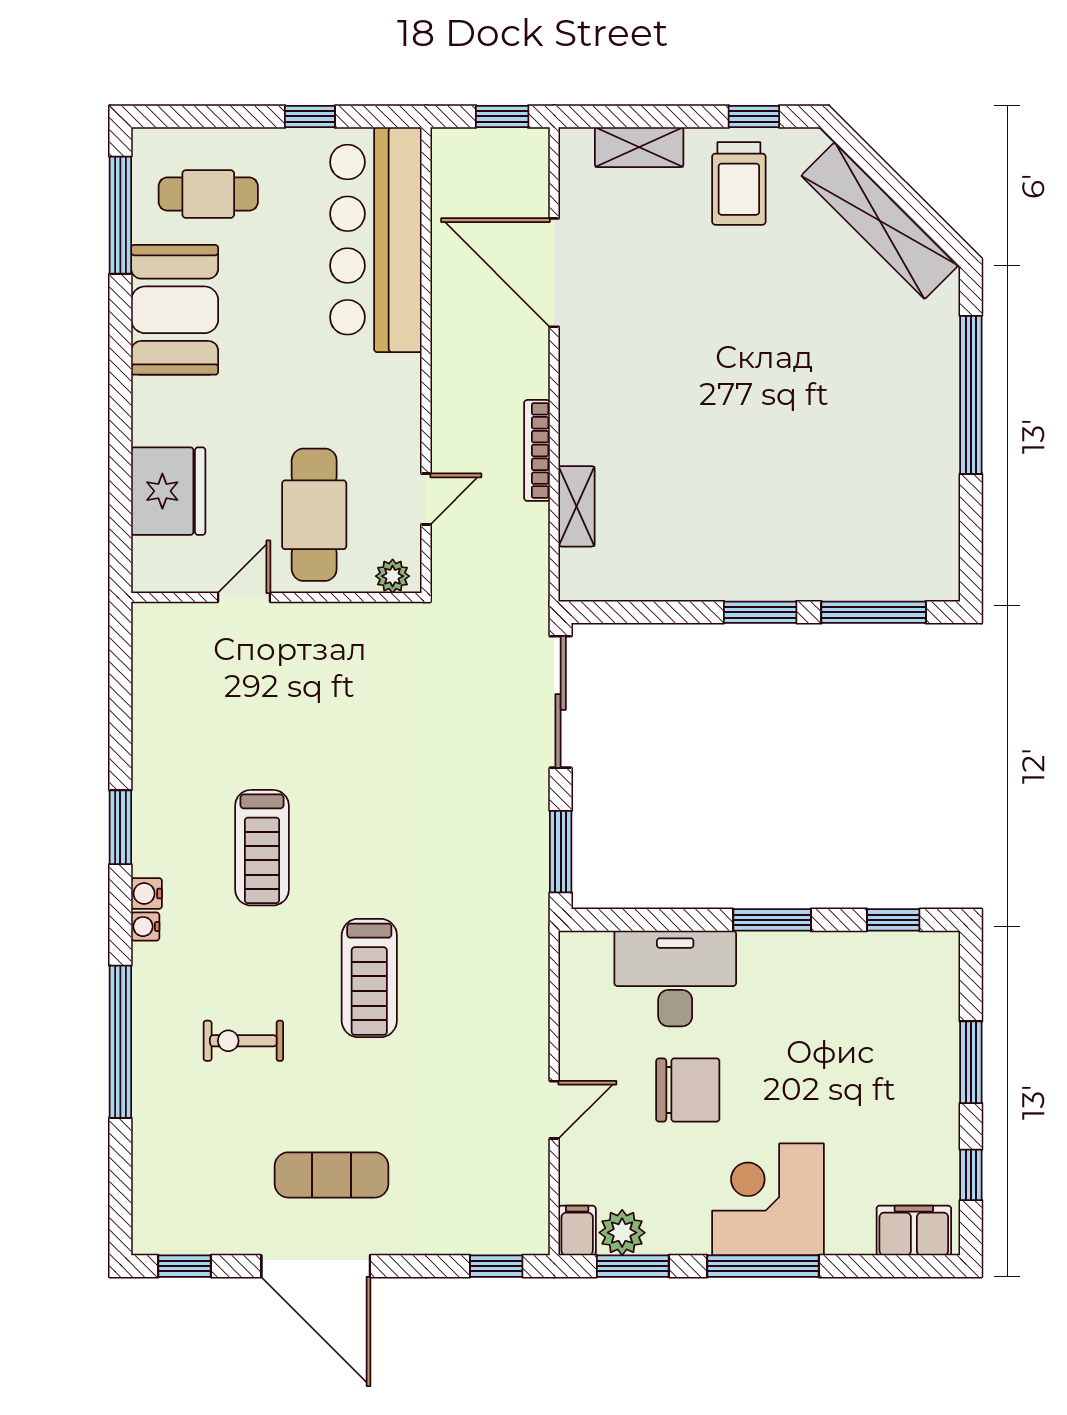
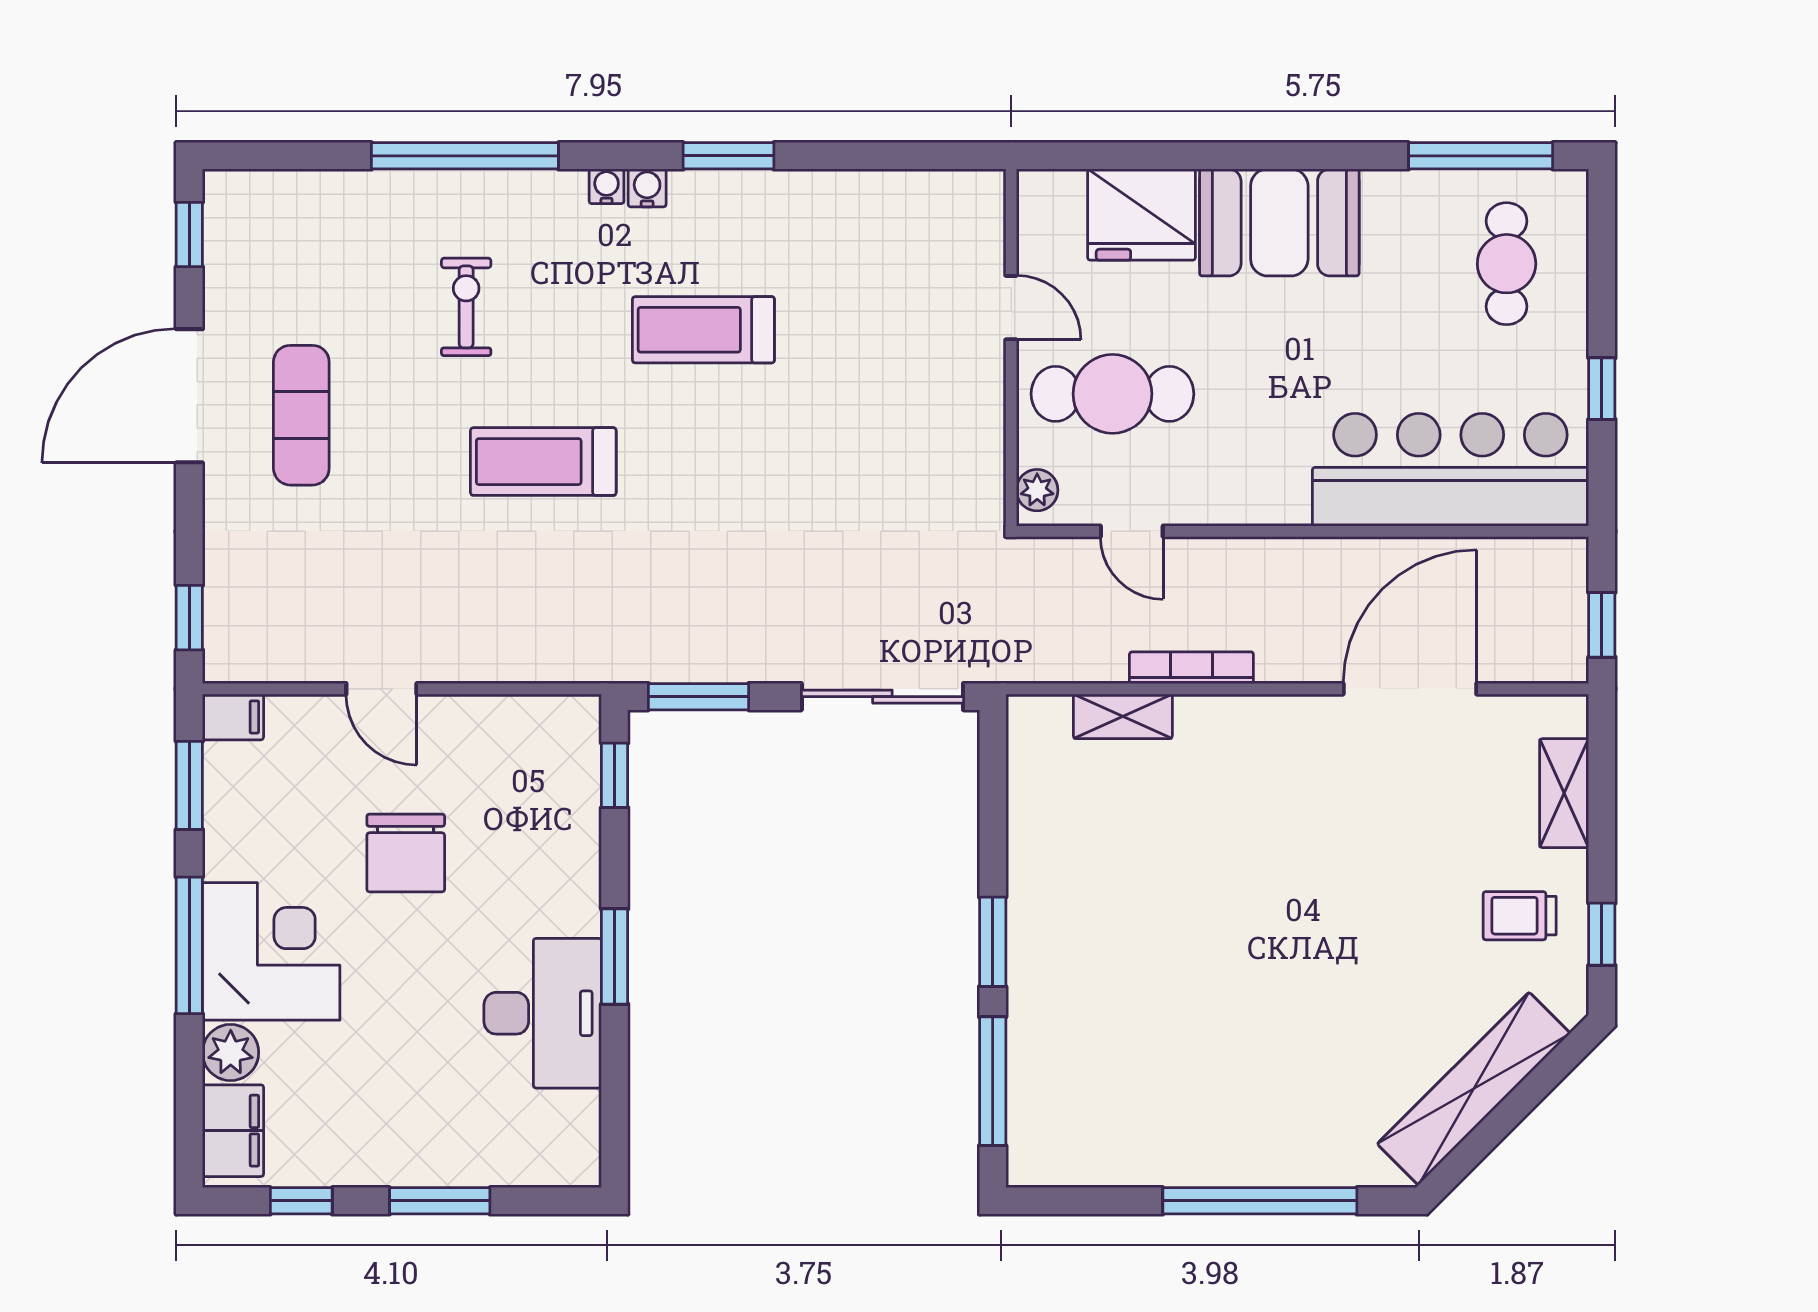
trolley: (739, 183) -> (1520, 916), width x0.73, depth x0.72
booth: (175, 310) -> (1279, 222), moved
window: (893, 920) -> (615, 775), moved
desk: (675, 978) -> (543, 1013), moved
plant: (622, 1233) -> (231, 1052), moved

